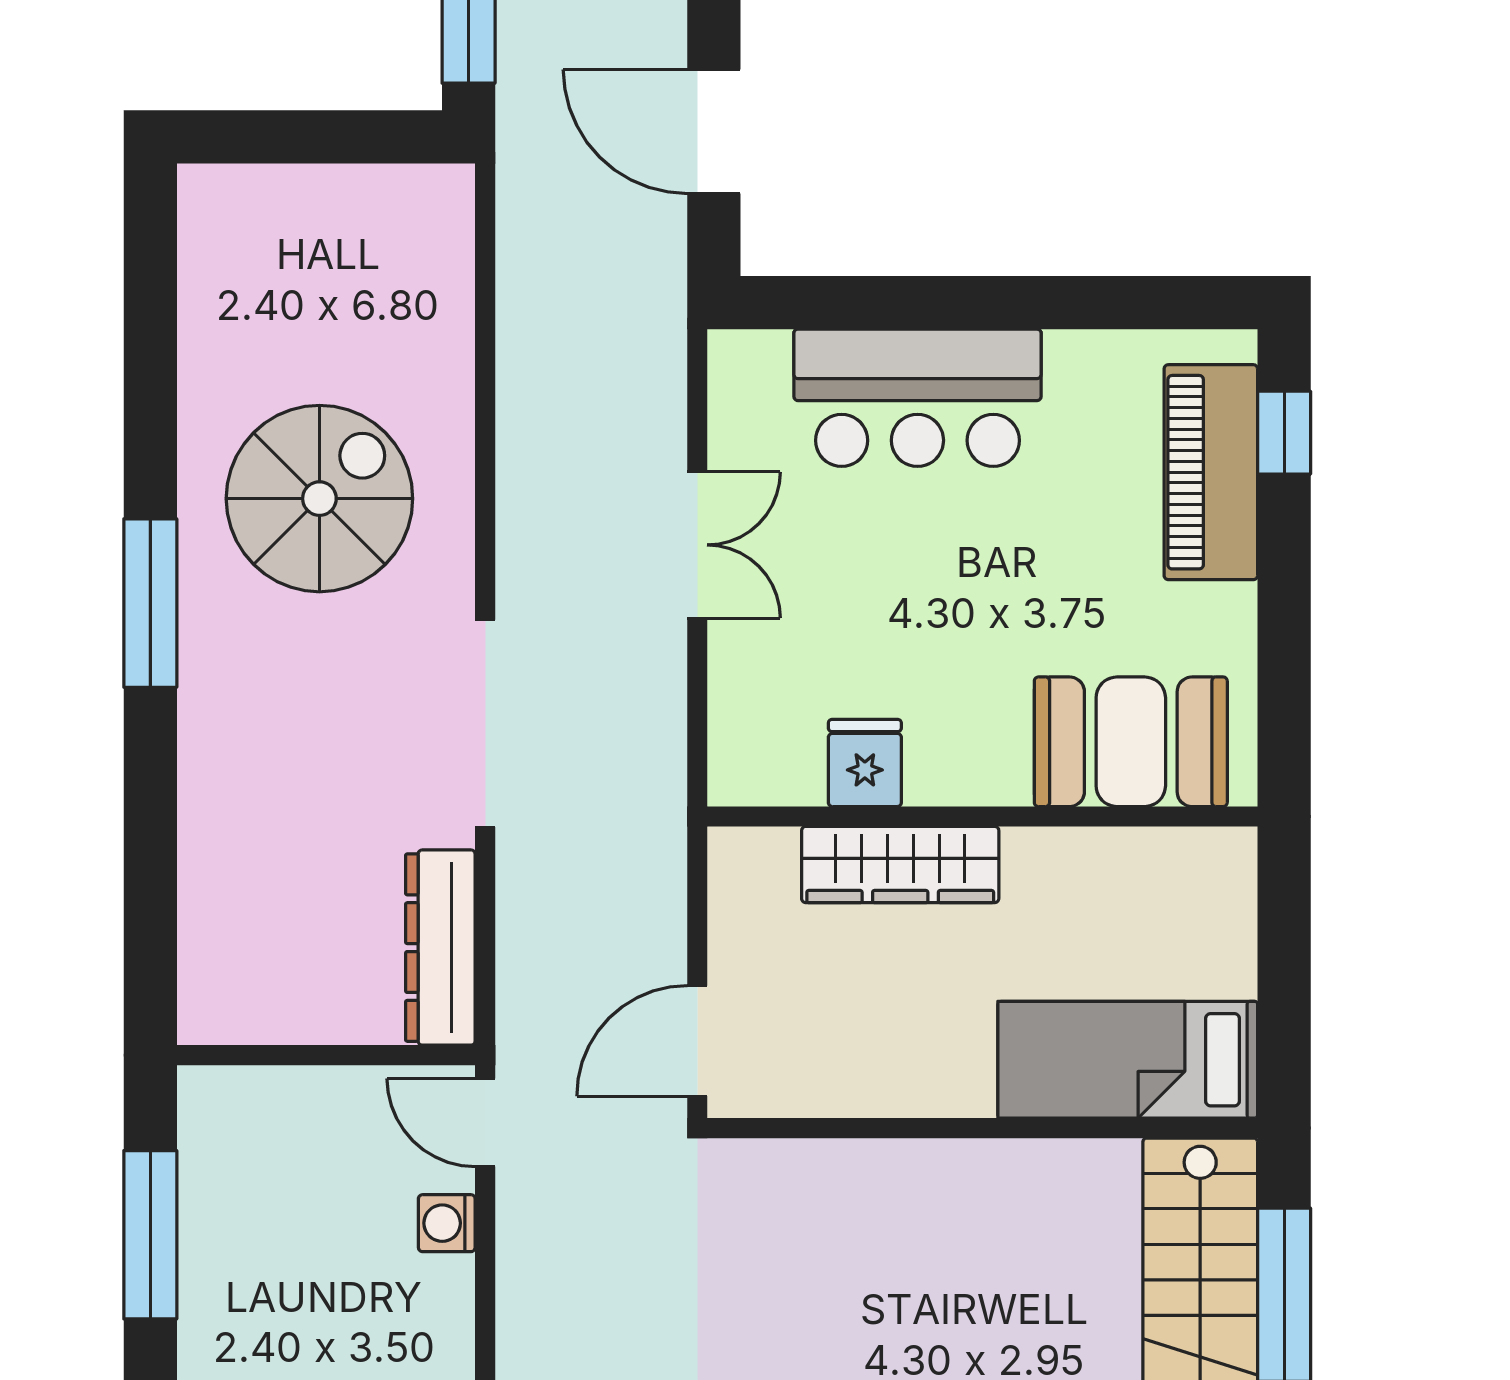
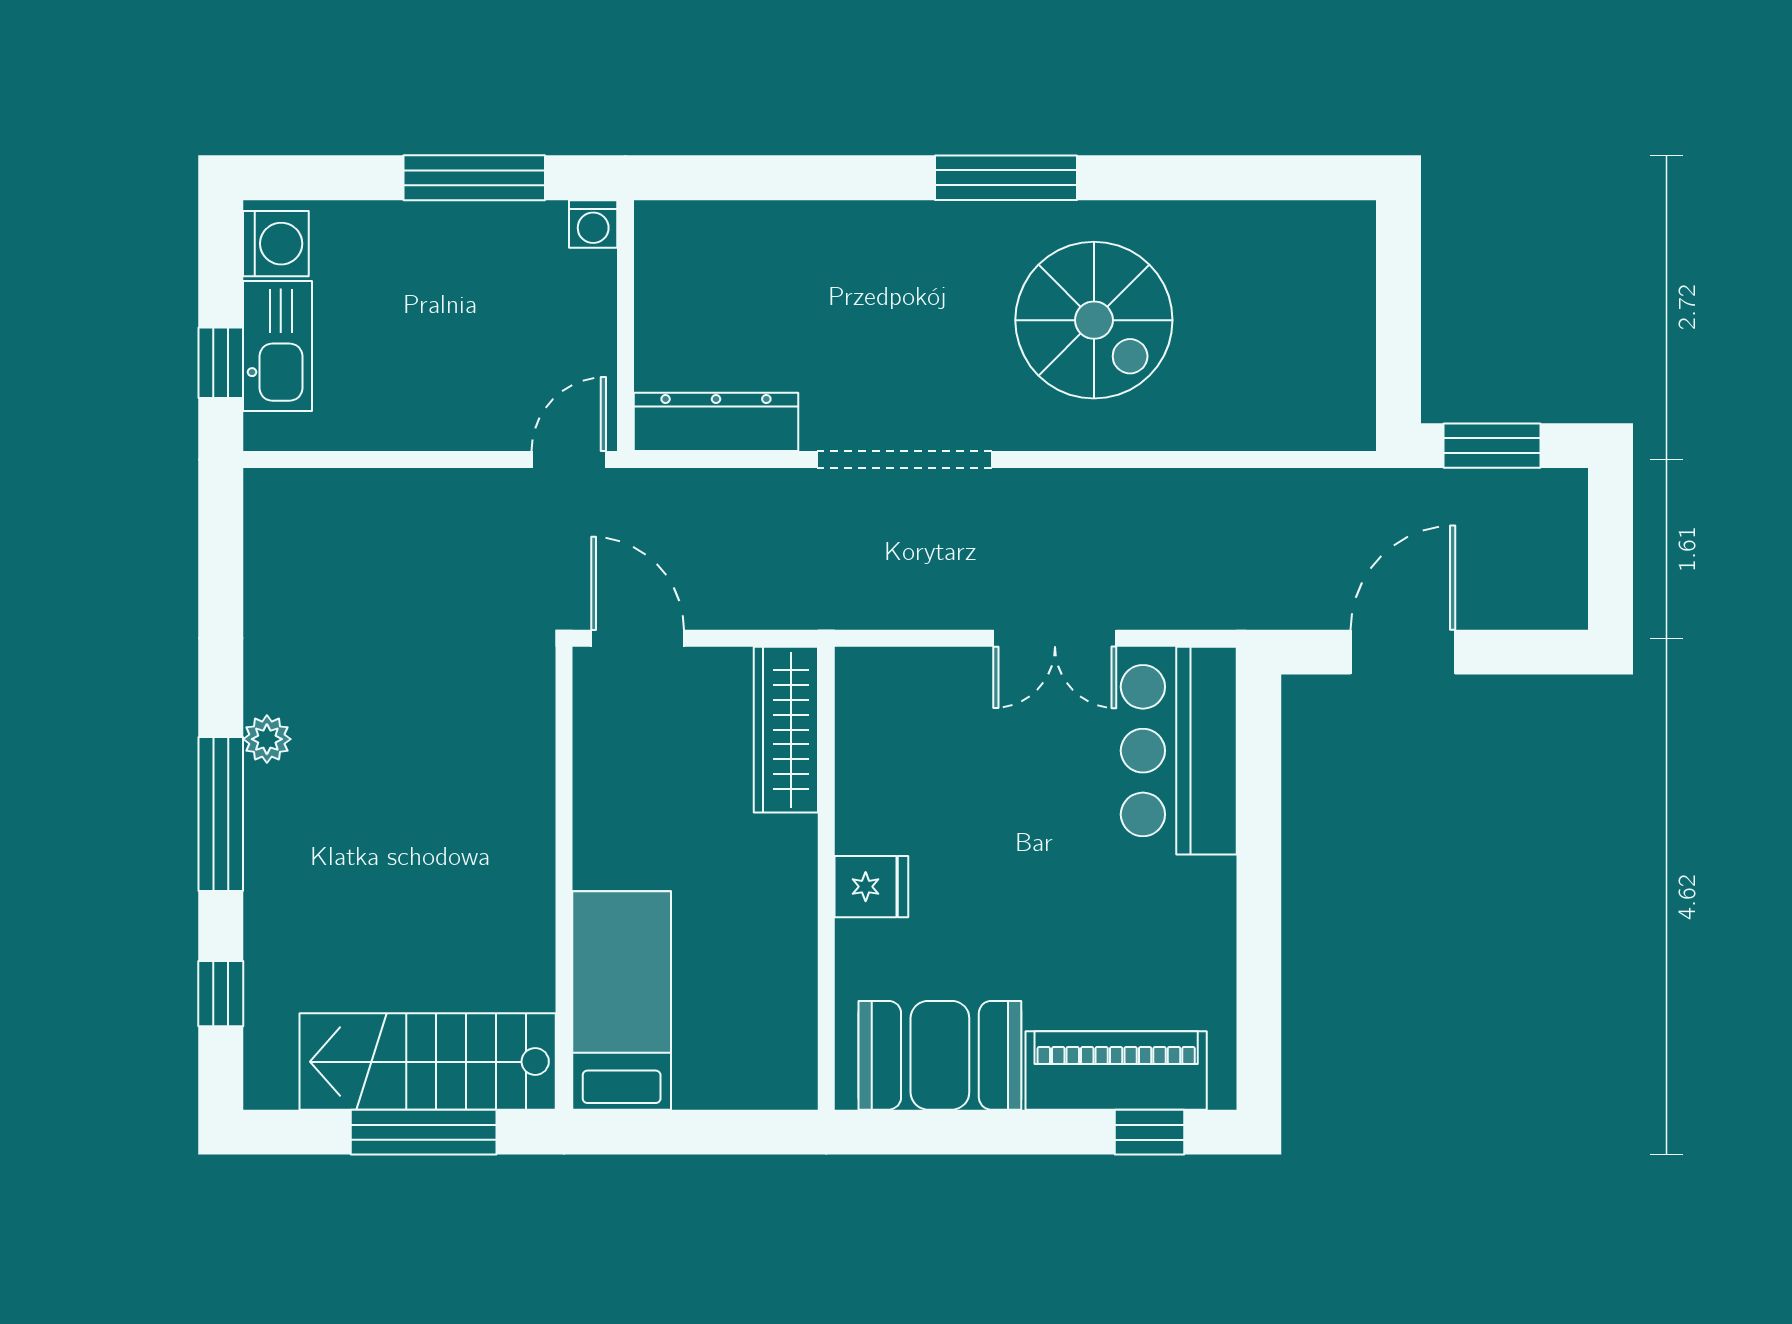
bar counter: (917, 398) -> (1179, 751), moved
booth: (1131, 742) -> (940, 1055), moved, turned 90
fridge: (865, 763) -> (871, 887), moved
wardrobe: (900, 865) -> (786, 730), moved
washing machine: (447, 1223) -> (593, 224), moved, turned 180

